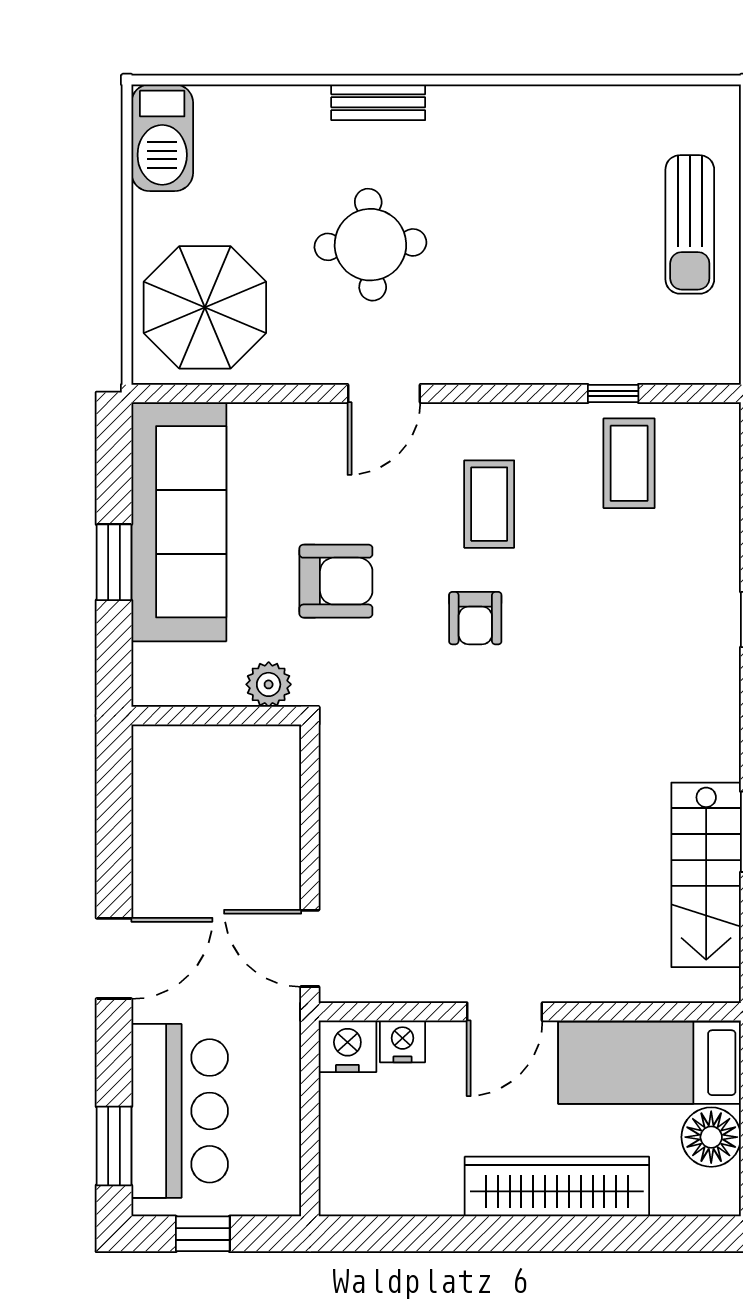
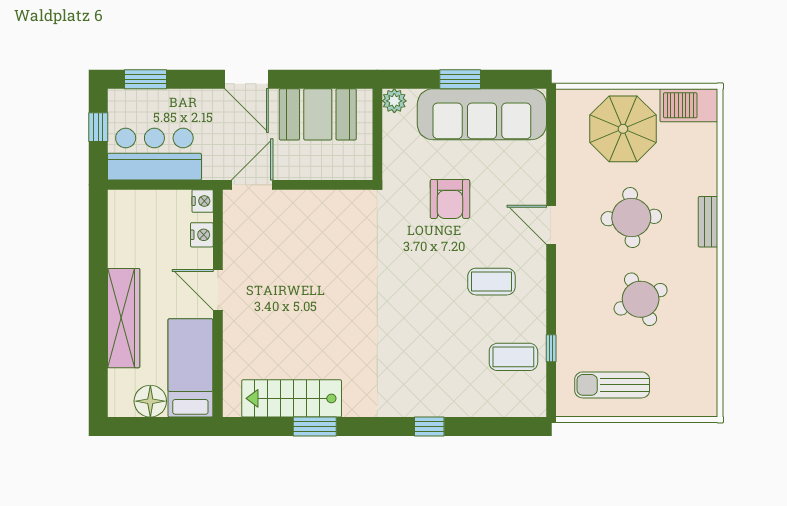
sun lounger: (690, 224) -> (612, 385), moved
round table: (522, 227) -> (641, 299), added
parasol: (205, 307) -> (623, 129), moved
armchair: (475, 618) -> (430, 274), removed
plant: (269, 684) -> (394, 101), moved
booth: (179, 826) -> (318, 114), added
nightstand: (347, 1046) -> (203, 201), width x0.74, depth x0.75
bar counter: (180, 1111) -> (154, 154), moved, turned 180

